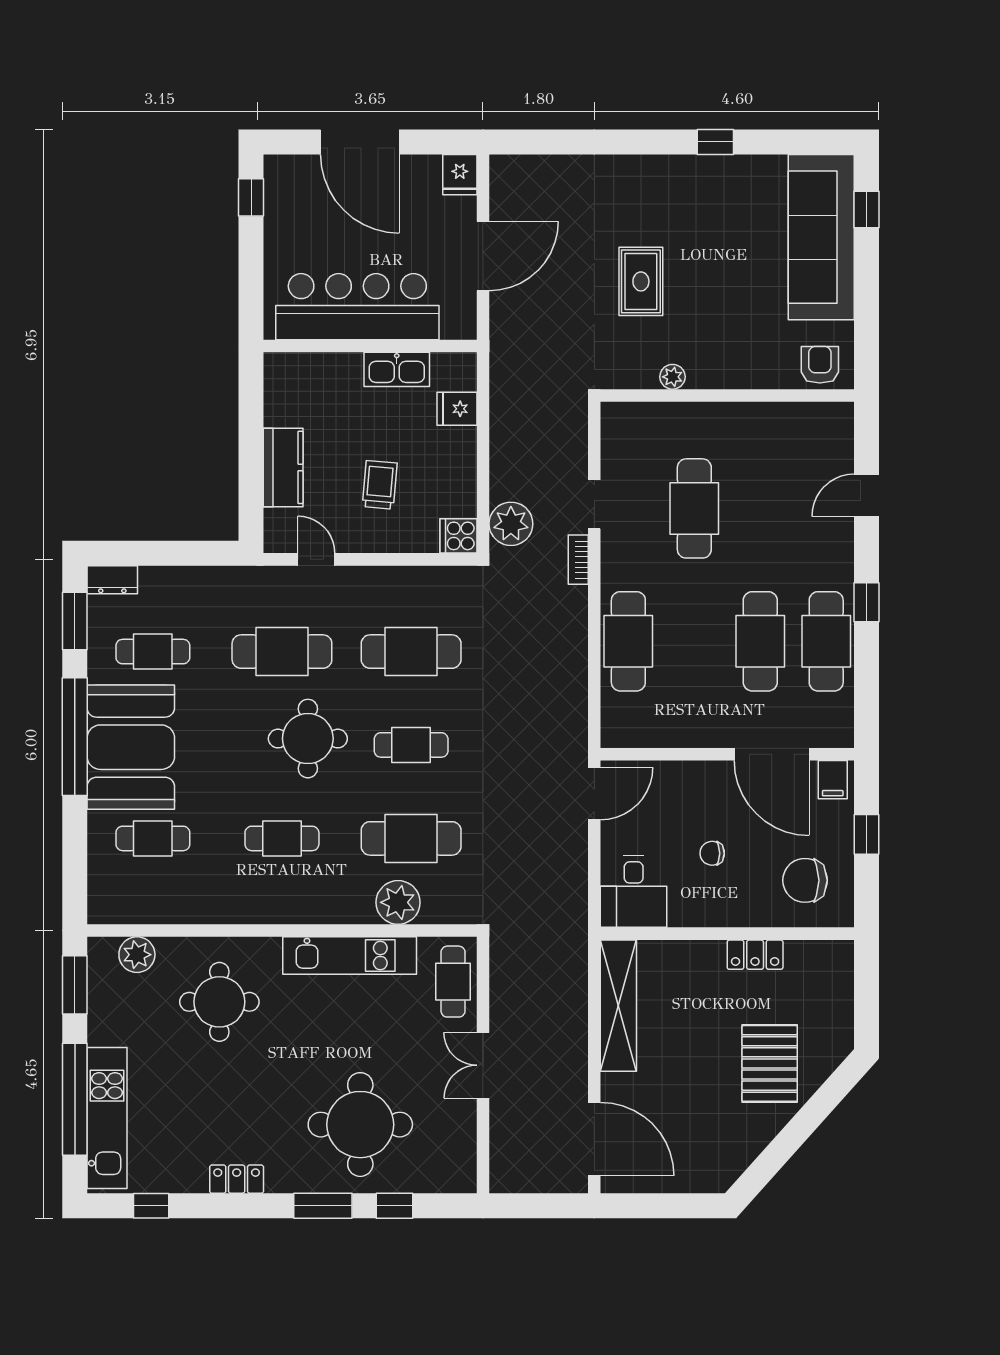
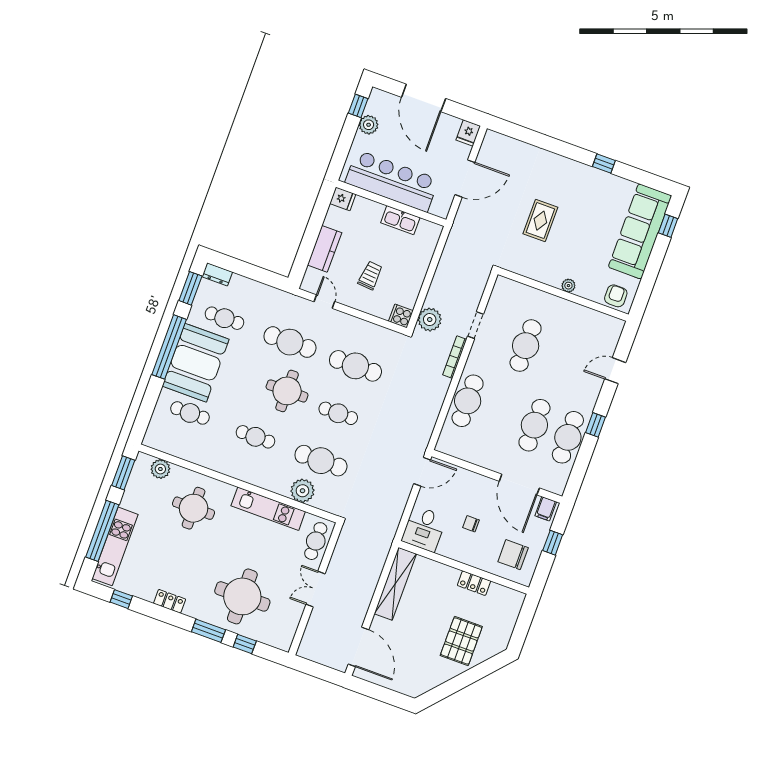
plant: (281, 224) -> (369, 125), added
plant: (672, 377) -> (568, 286), moved
fridge: (457, 409) -> (343, 199), moved, turned 180
bookcase: (578, 560) -> (455, 357), width x1.56

